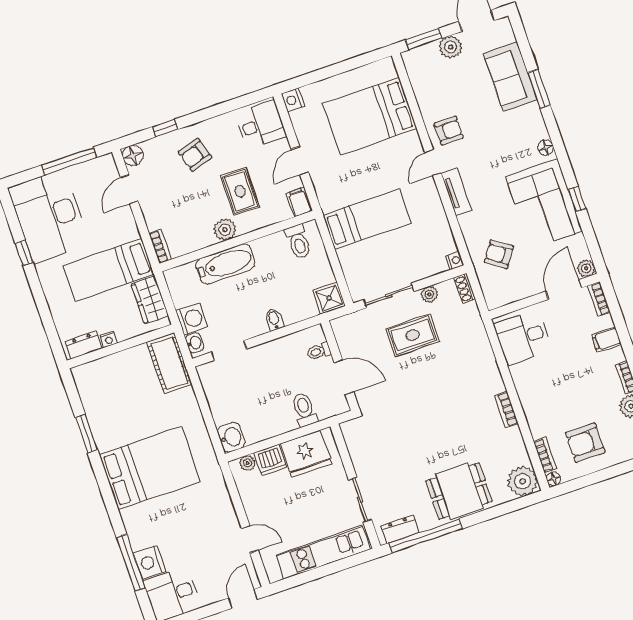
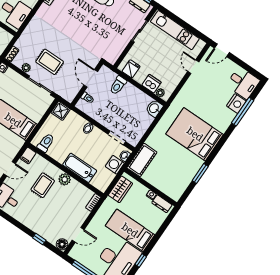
armchair: (195, 155) -> (41, 217), removed
bed: (109, 270) -> (130, 230), moved, turned 180
fridge: (306, 454) -> (131, 69), width x0.53, depth x0.75

